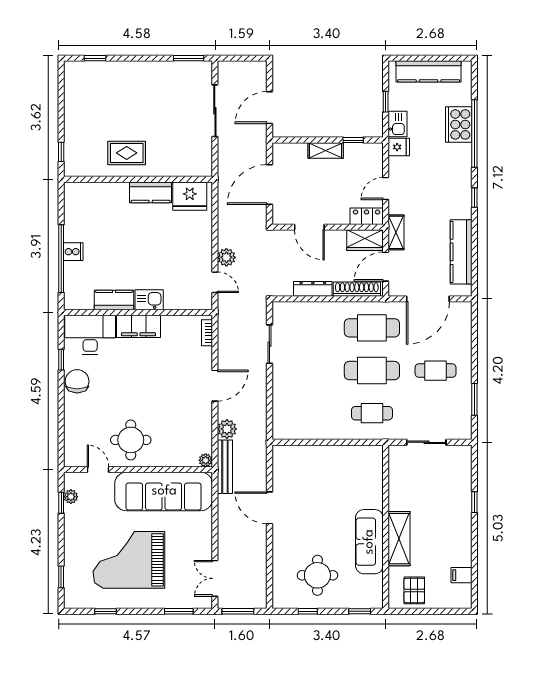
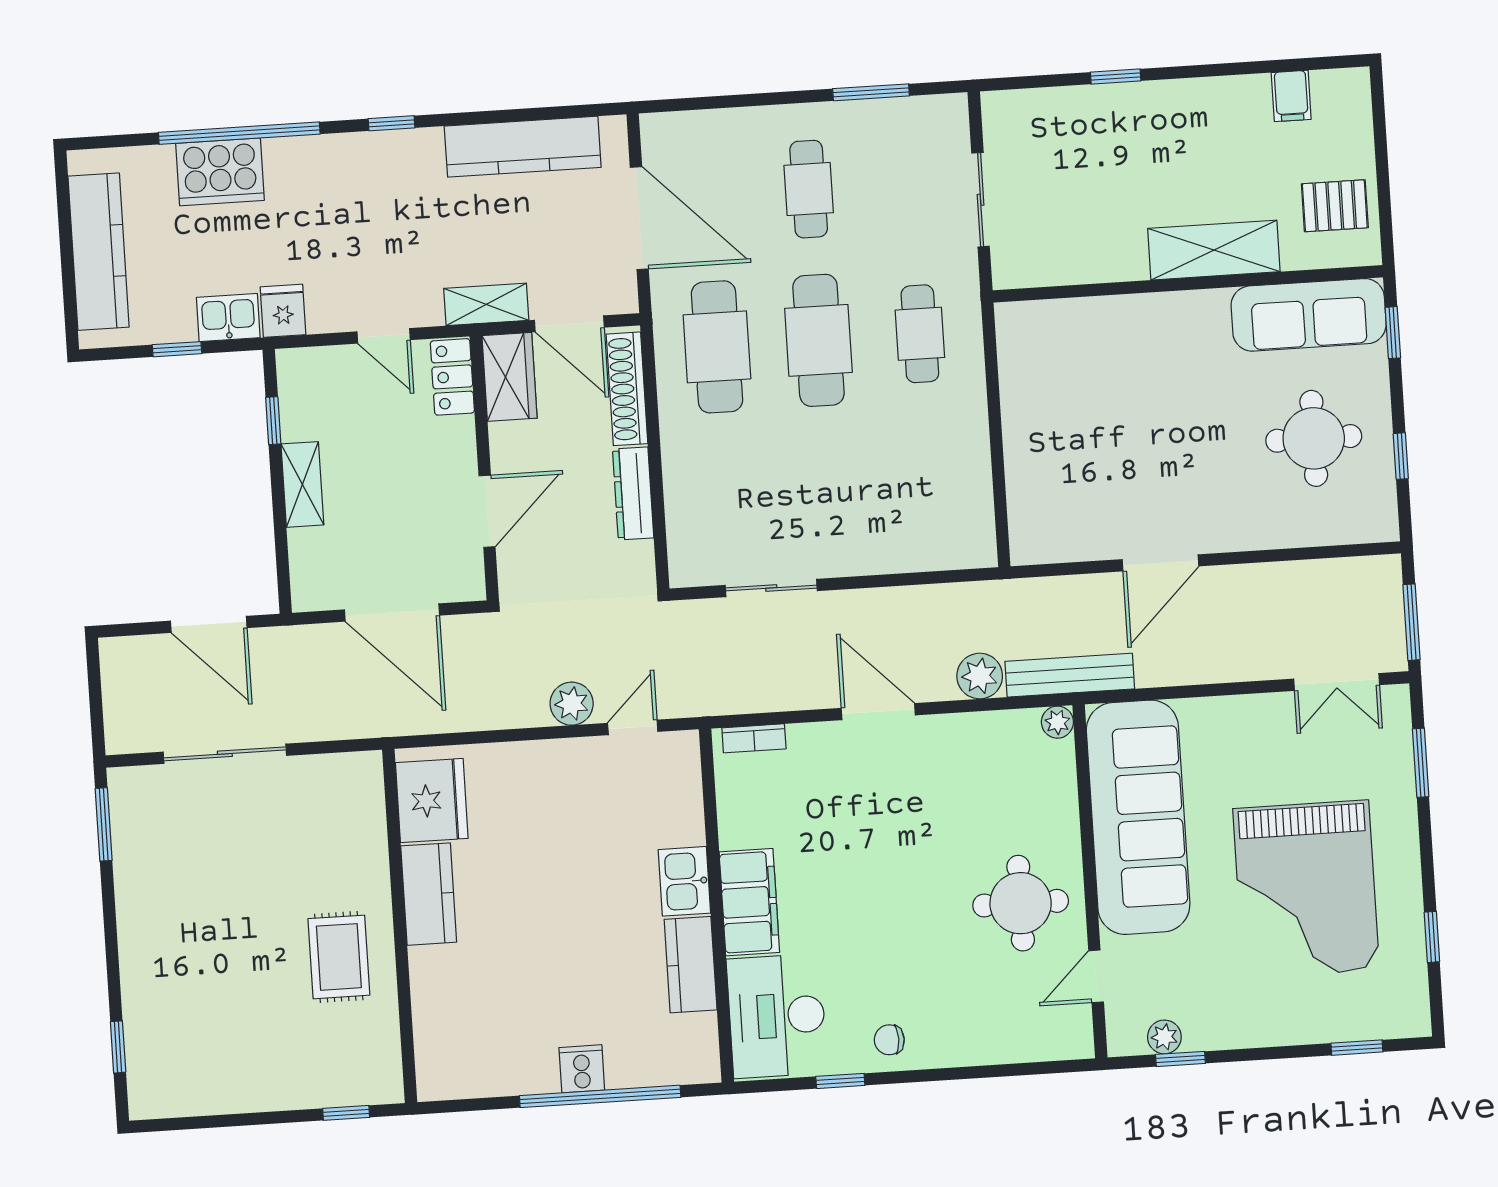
chair: (77, 381) -> (889, 1040), width x0.54, depth x0.54
sofa: (369, 542) -> (1309, 315), moved

